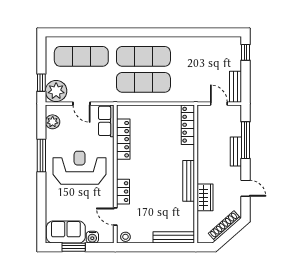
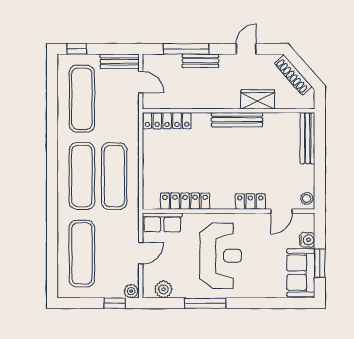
exercise mat: (206, 56) -> (82, 99), added
plant: (56, 91) -> (131, 291), width x0.53, depth x0.53
door: (219, 104) -> (141, 82), swing flipped
reception desk: (80, 168) -> (221, 256), turned 180

